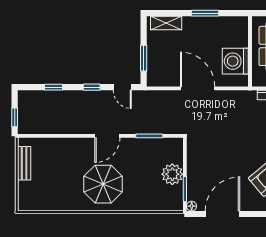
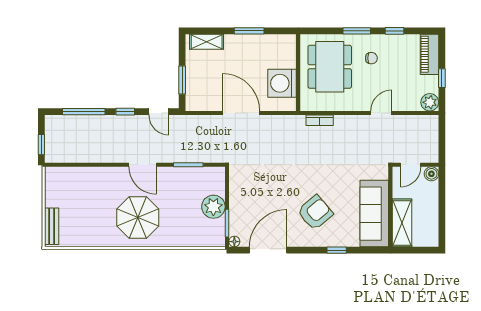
window: (54, 87) -> (84, 112), width x2.17
door: (107, 136) -> (143, 165), hinge flipped
bench: (24, 163) -> (52, 226), moved

